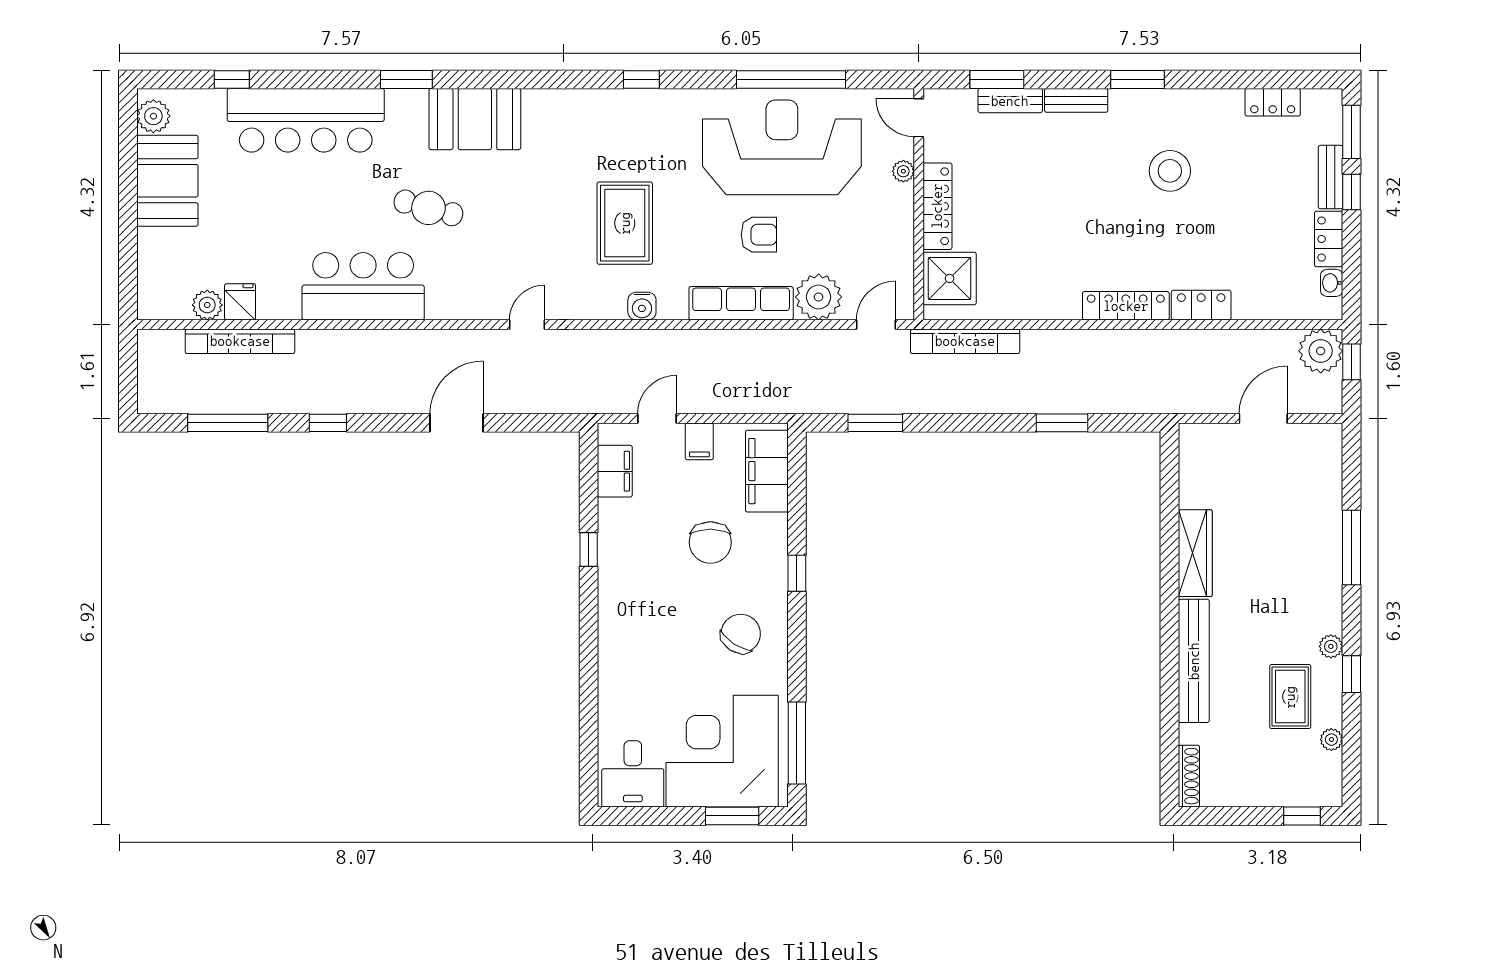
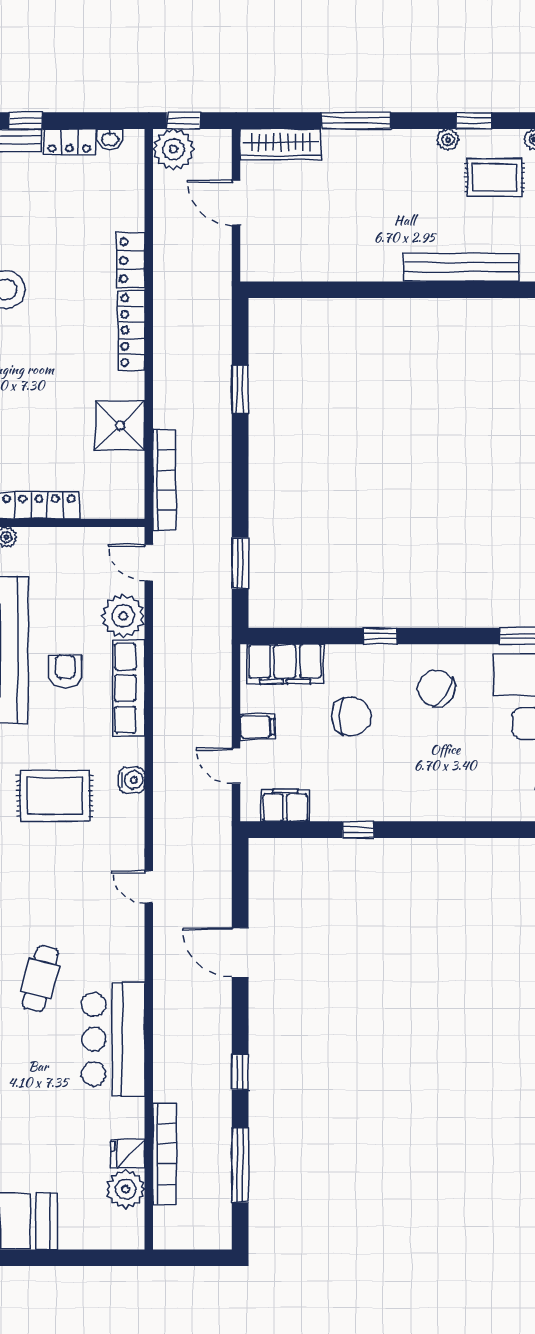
shower: (950, 278) -> (120, 426), moved
plant: (207, 305) -> (126, 1189), width x1.36, depth x1.36
wardrobe: (1195, 553) -> (281, 144), moved, turned 180

